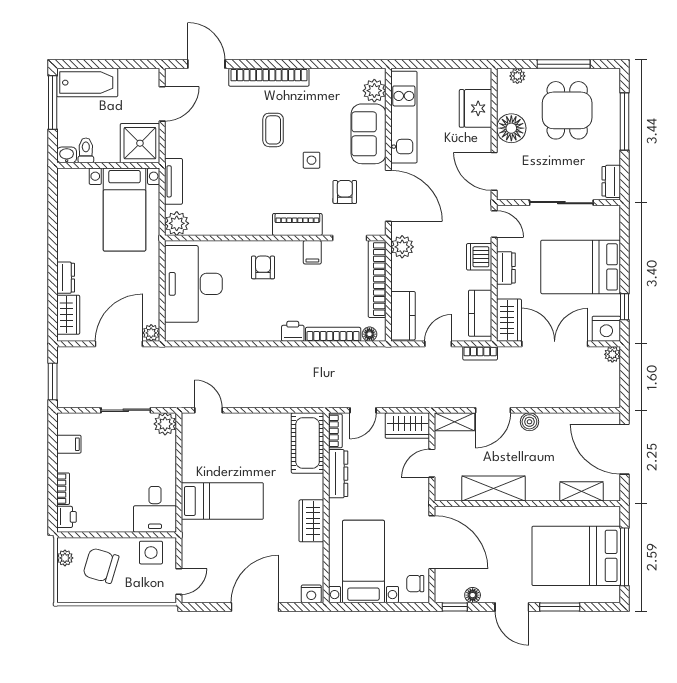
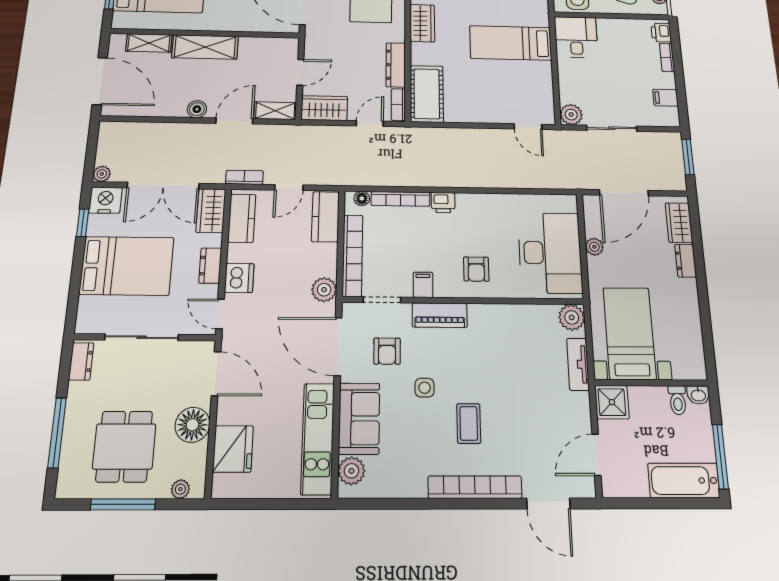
shower: (140, 143) -> (612, 402), width x0.73, depth x0.73
plant: (151, 333) -> (594, 247), moved
shelving: (494, 488) -> (205, 47), moved

